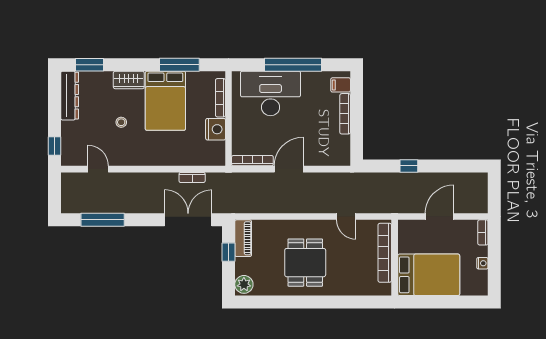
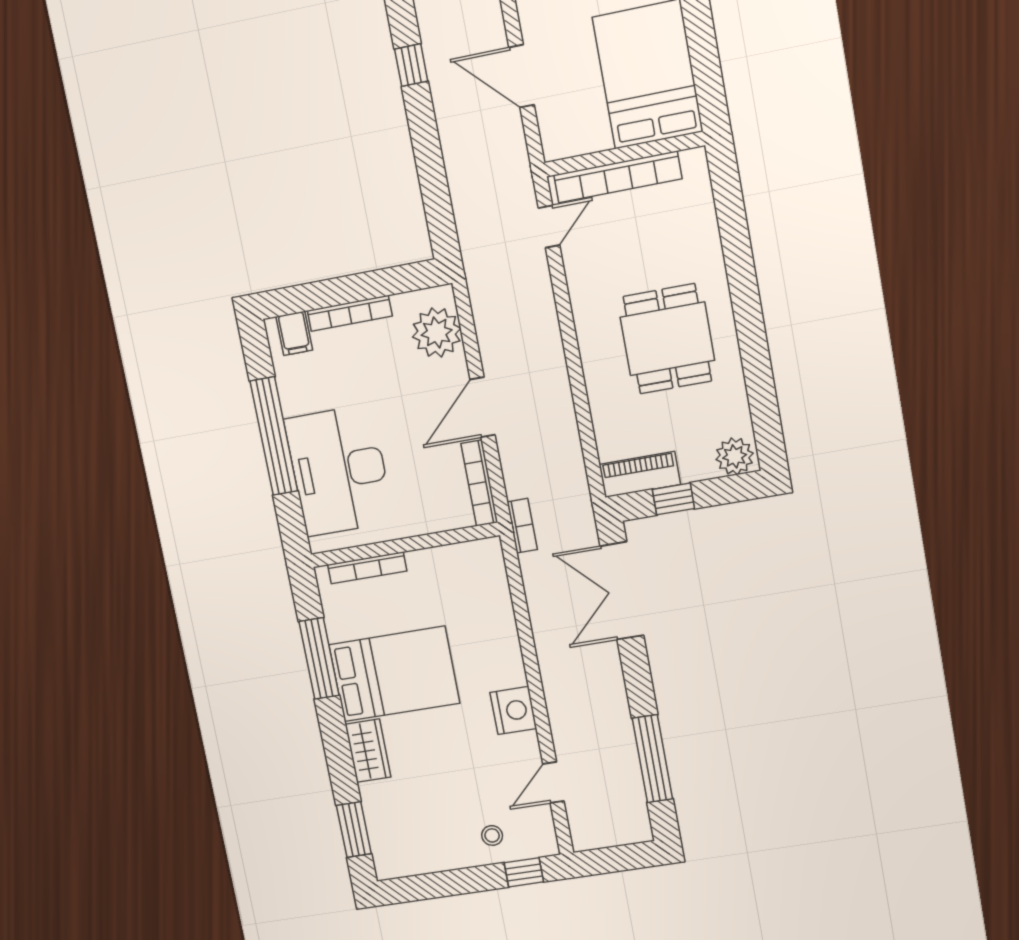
dresser: (70, 96) -> (421, 858), removed
stool: (121, 122) -> (492, 835), moved
nightstand: (216, 129) -> (513, 710), moved, turned 90
plant: (328, 154) -> (437, 333), added
window: (409, 166) -> (411, 65), moved
door: (289, 169) -> (483, 407), hinge flipped
bookcase: (192, 177) -> (522, 526), moved
door: (346, 217) -> (549, 227), moved
dining table: (305, 263) -> (667, 339), turned 90

